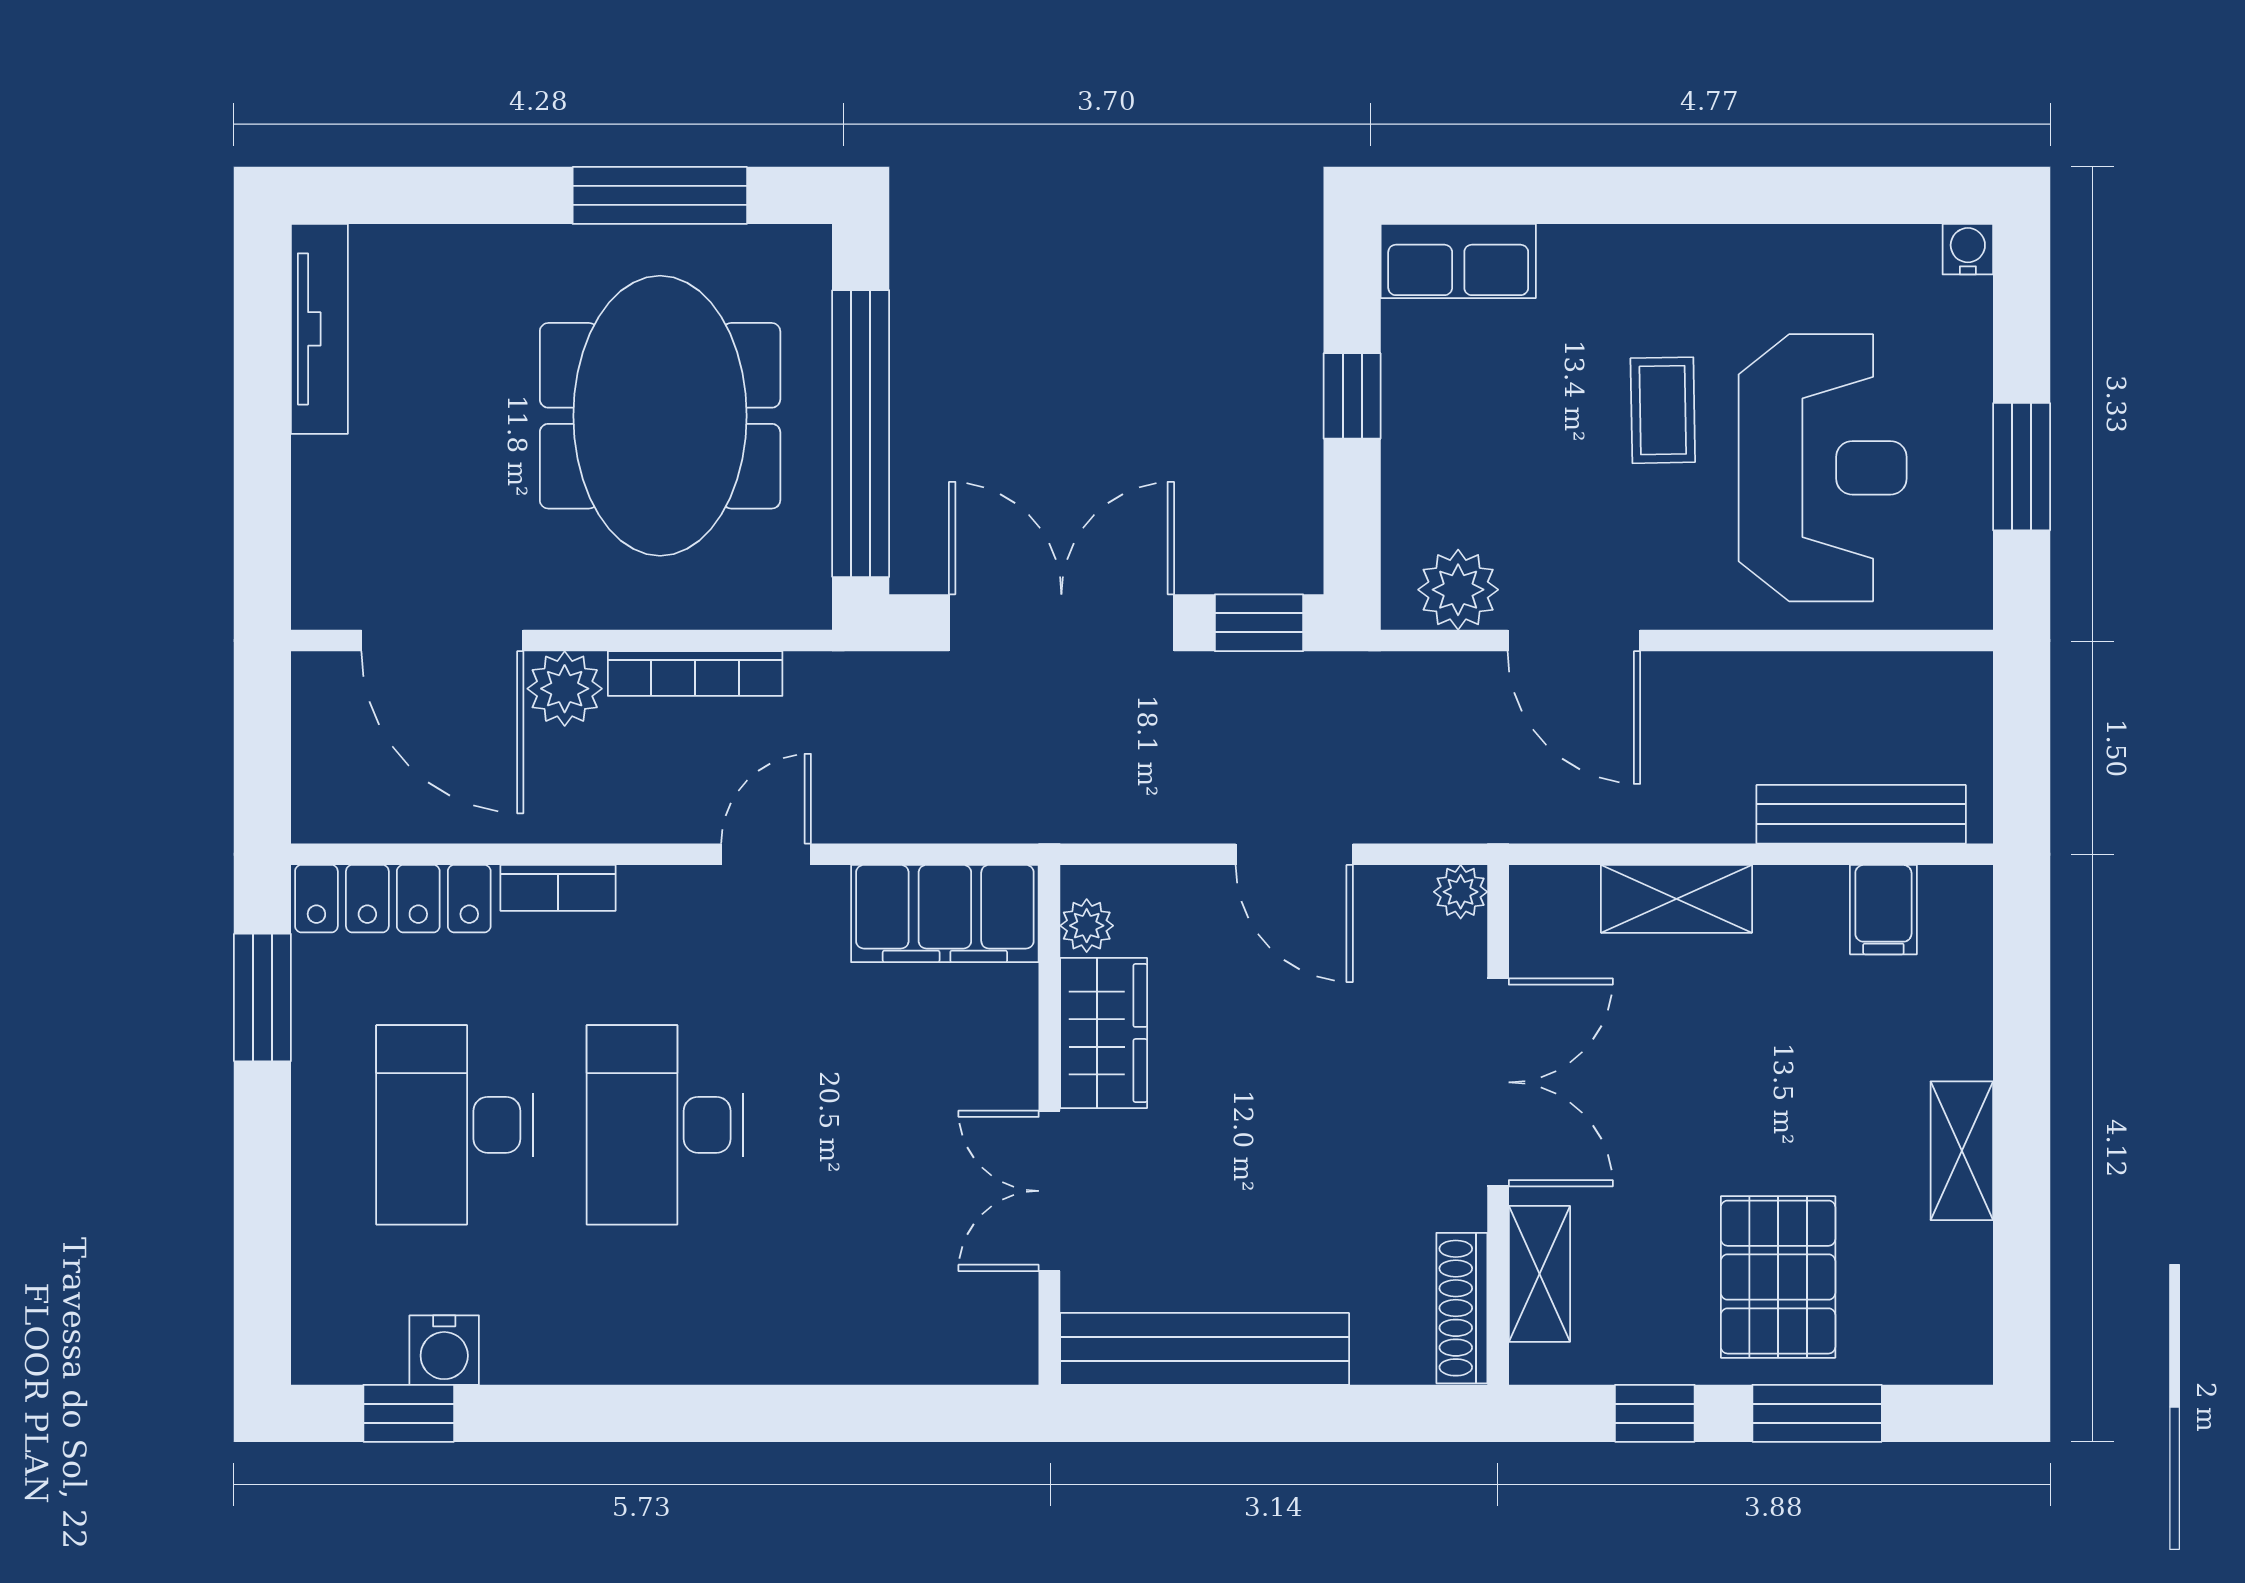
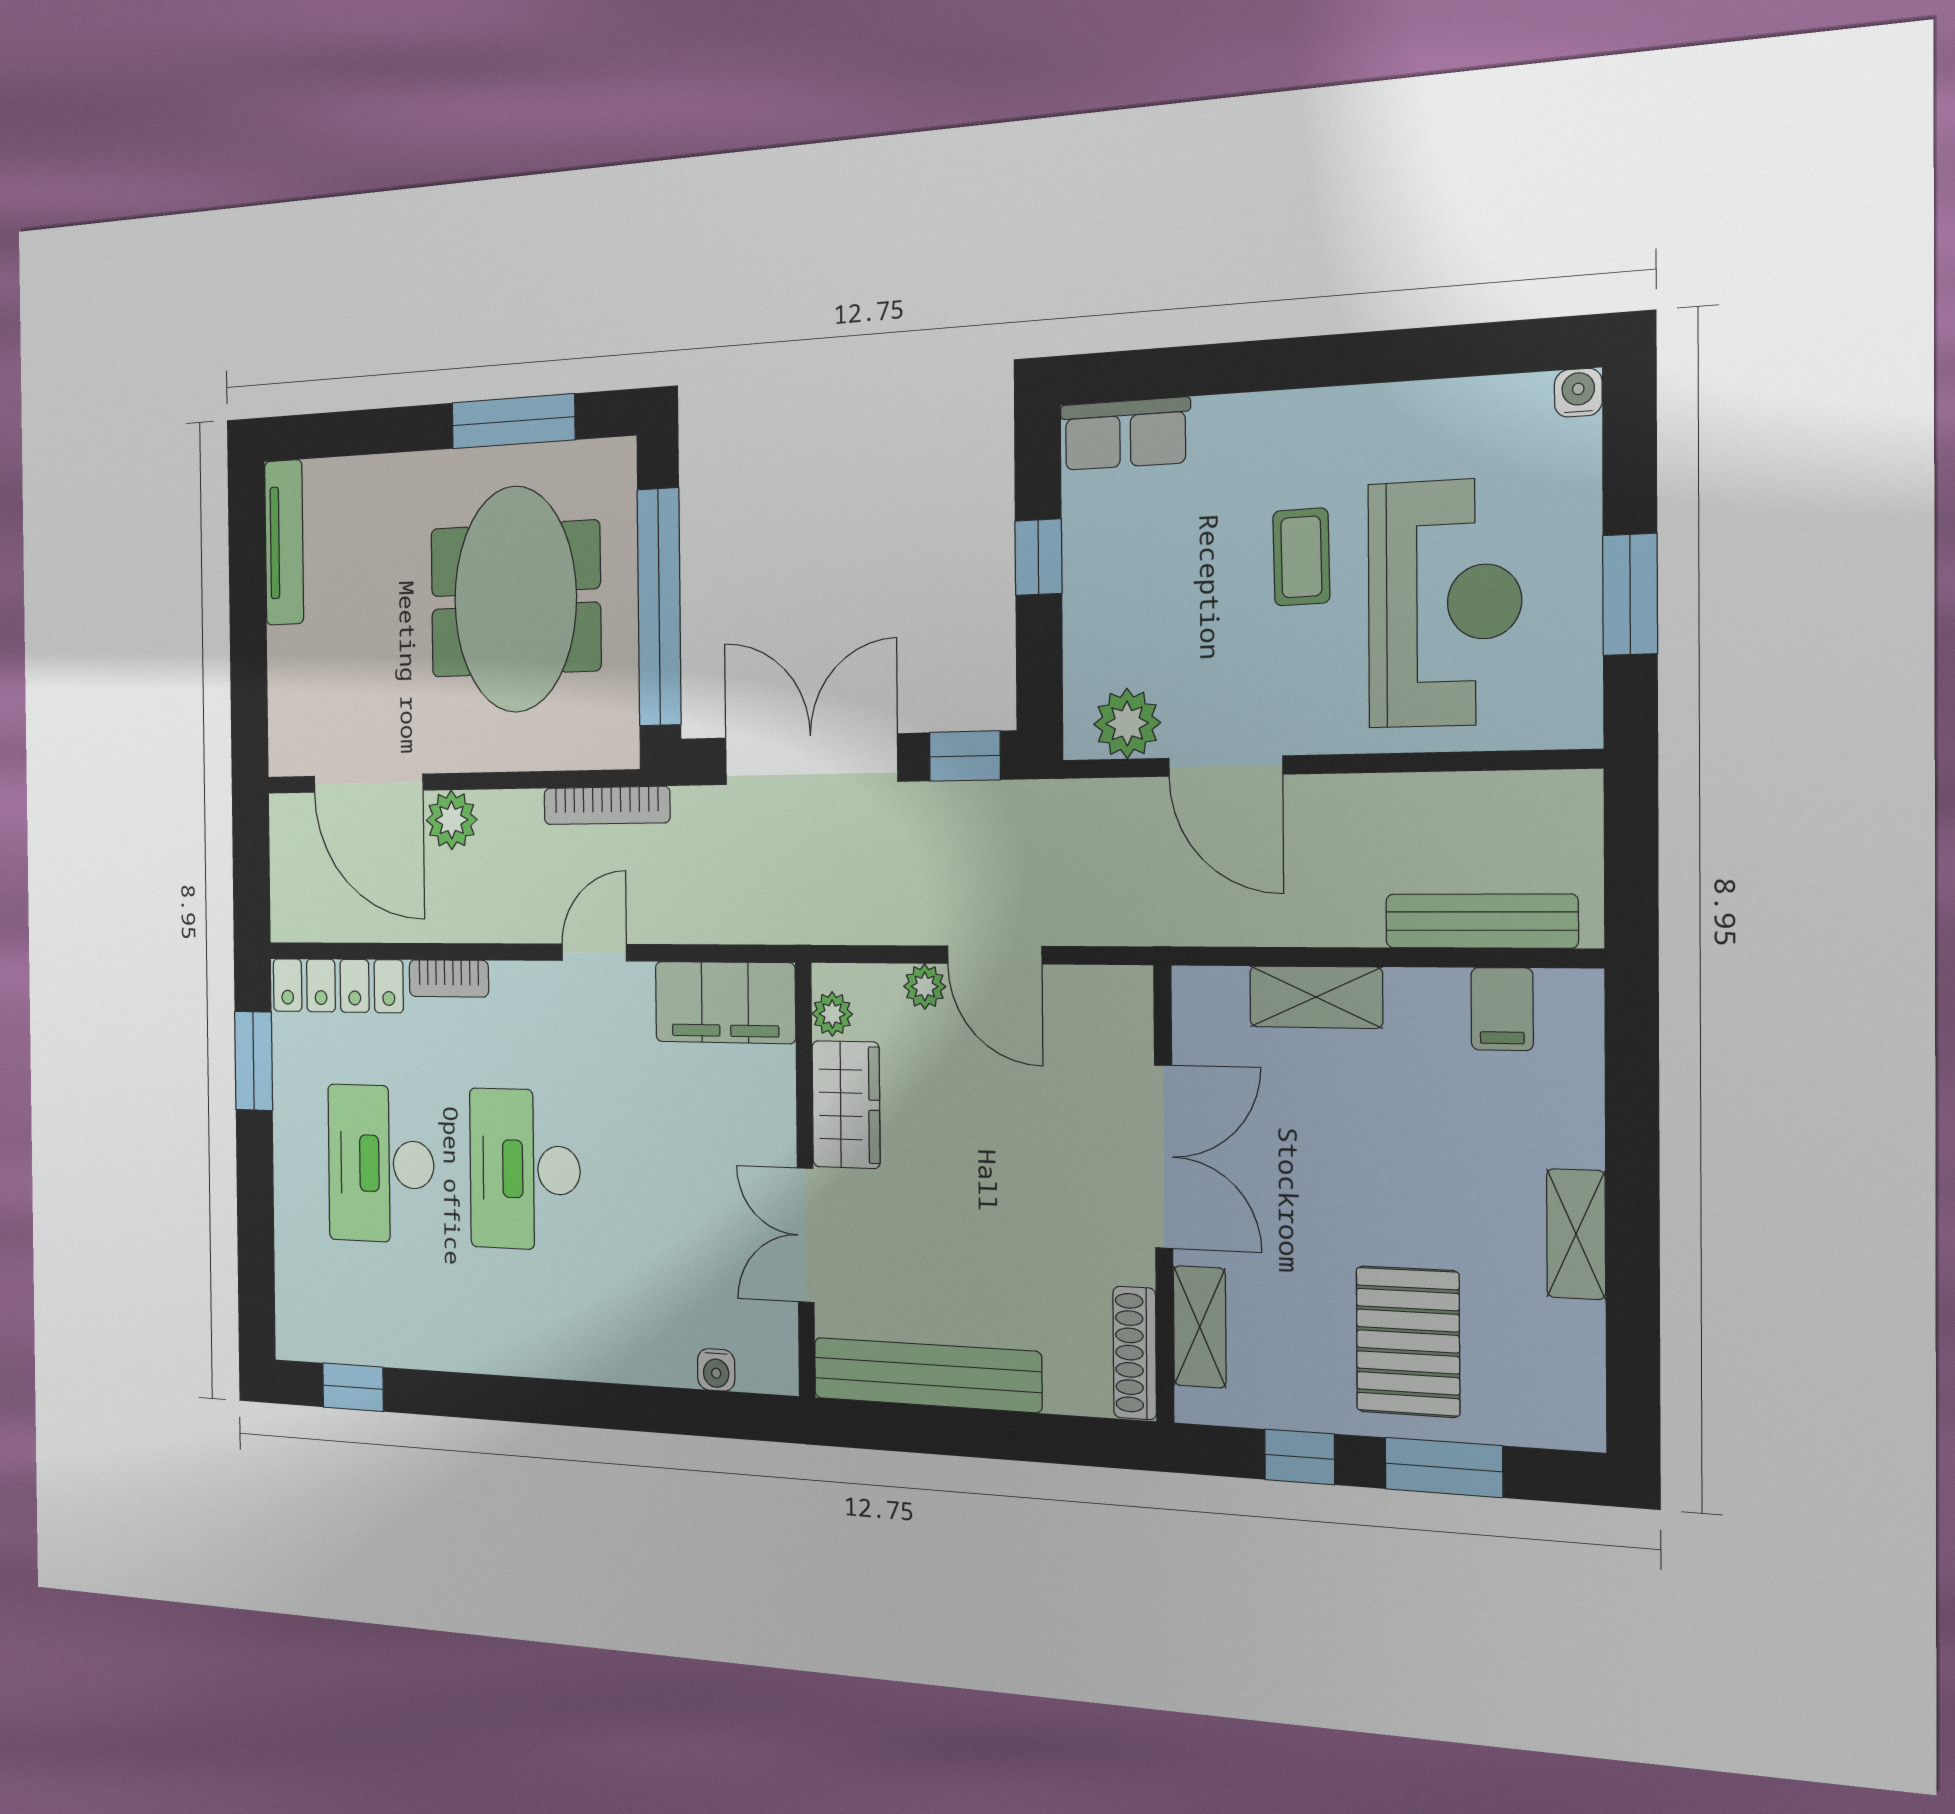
bookcase: (695, 674) -> (607, 805), moved
plant: (1461, 892) -> (925, 986), moved
water cooler: (444, 1350) -> (716, 1370), moved, width x0.72, depth x0.72

